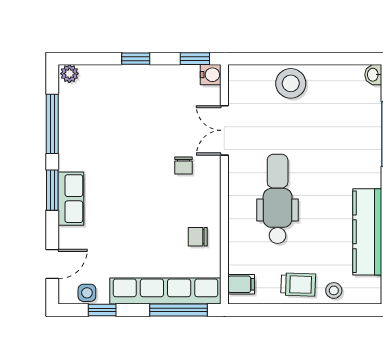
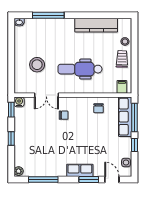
stool: (291, 83) -> (37, 65), moved
window: (52, 190) -> (89, 180), moved
row of seats: (165, 291) -> (125, 117), width x0.73
window: (102, 310) -> (134, 145), moved

